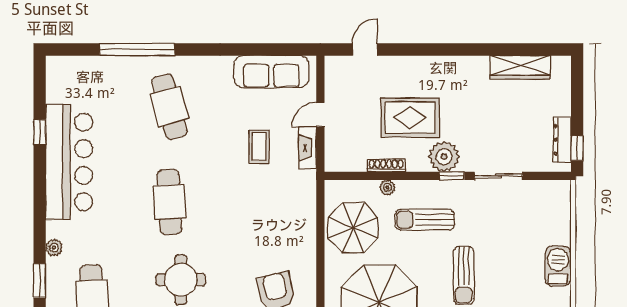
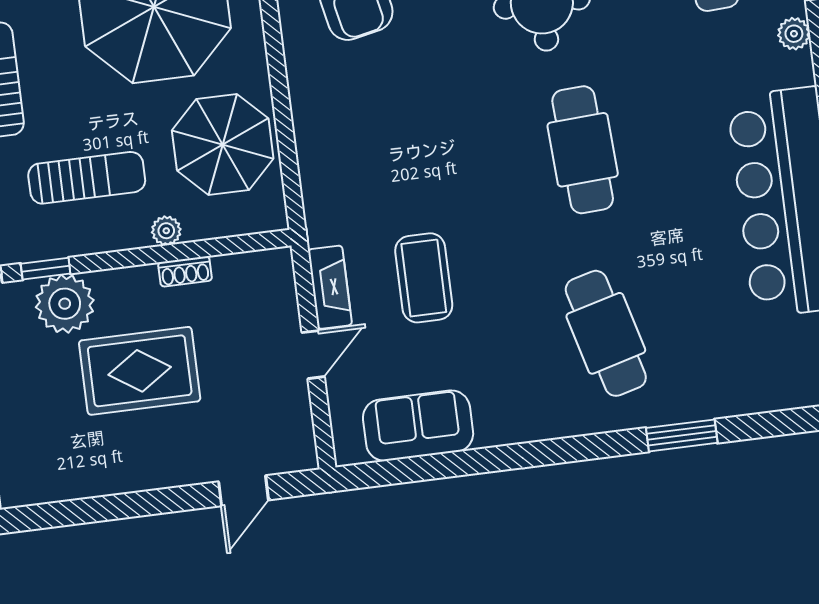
window: (137, 50) -> (682, 435), width x0.47
sofa: (271, 72) -> (418, 426), width x0.73
coffee table: (259, 147) -> (424, 278), width x1.36, depth x1.30
shoe rack: (386, 165) -> (185, 271), width x0.70

